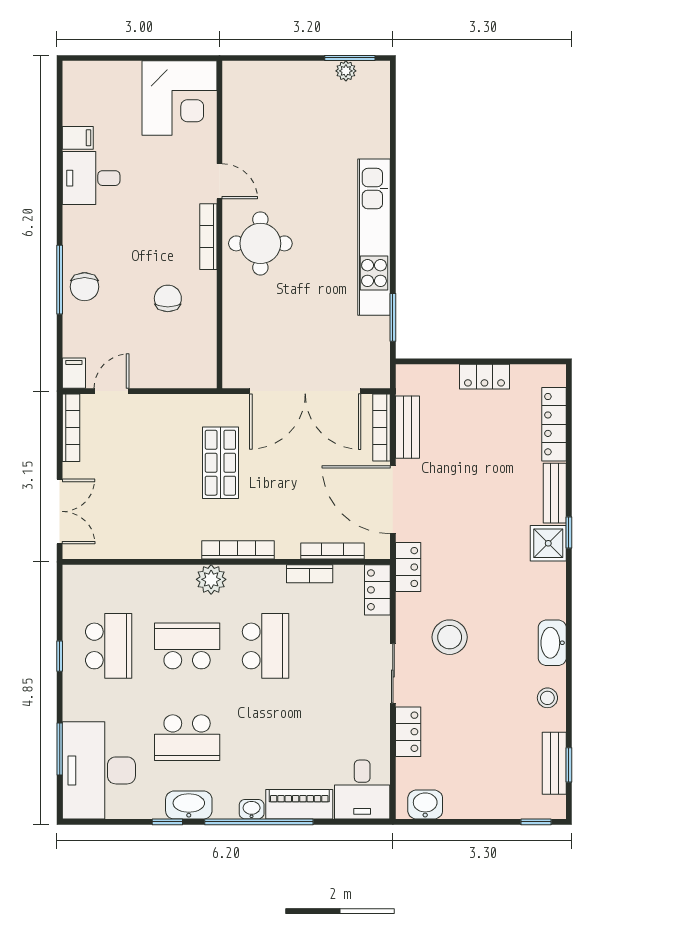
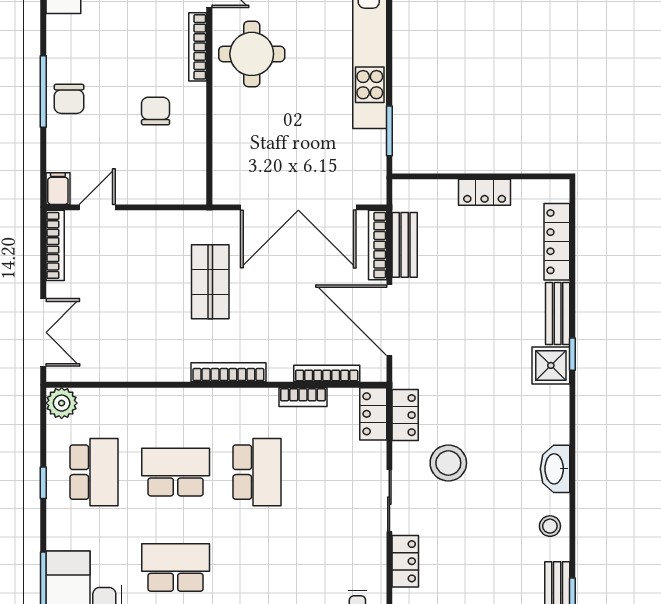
locker: (408, 567) -> (405, 415), moved
plant: (211, 579) -> (62, 403), moved
school desk: (187, 738) -> (176, 567), turned 180

